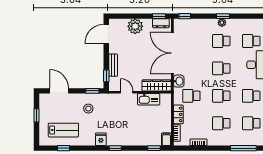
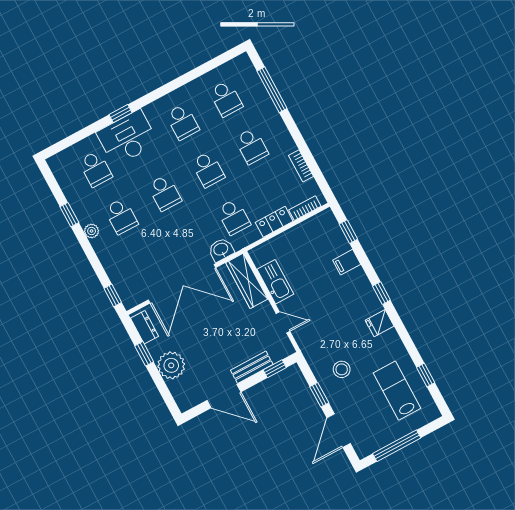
window: (159, 16) -> (144, 354), moved
window: (223, 16) -> (69, 215), moved
door: (106, 34) -> (224, 396), moved
window: (92, 91) -> (319, 395), moved
door: (127, 92) -> (283, 322), swing flipped
window: (37, 115) -> (397, 446), width x2.17
filing cabinet: (166, 139) -> (347, 262), moved

